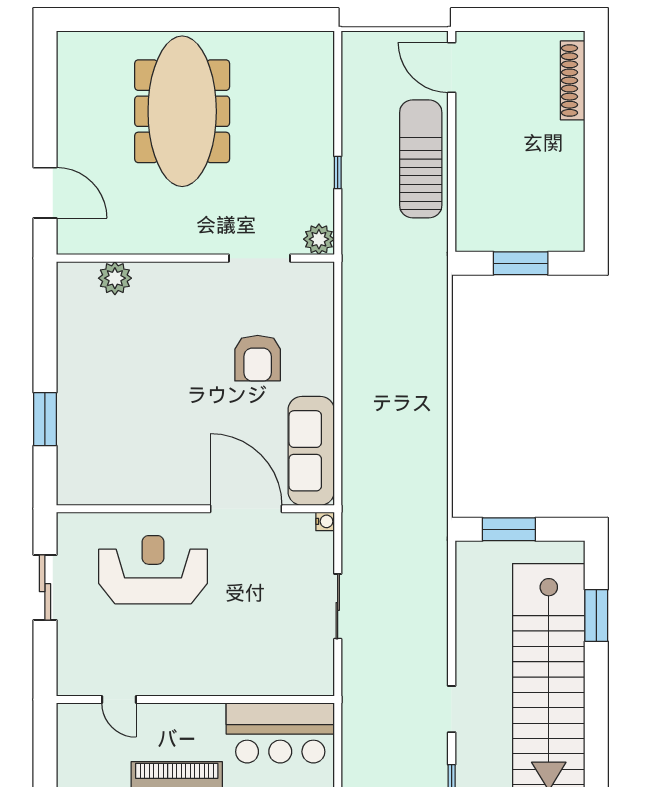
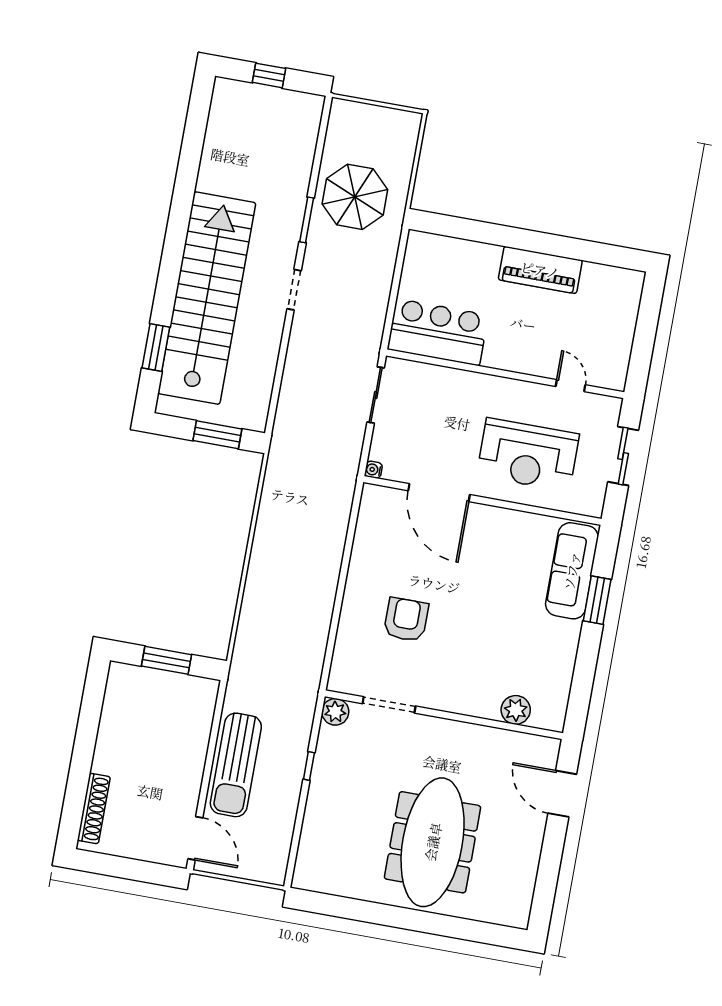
sofa: (311, 451) -> (572, 571), moved, turned 180
door: (119, 699) -> (571, 386), moved
wall: (195, 699) -> (505, 374), moved
bar counter: (280, 733) -> (438, 332), moved

